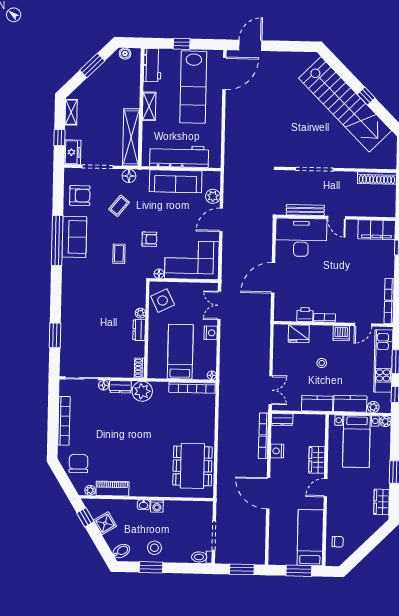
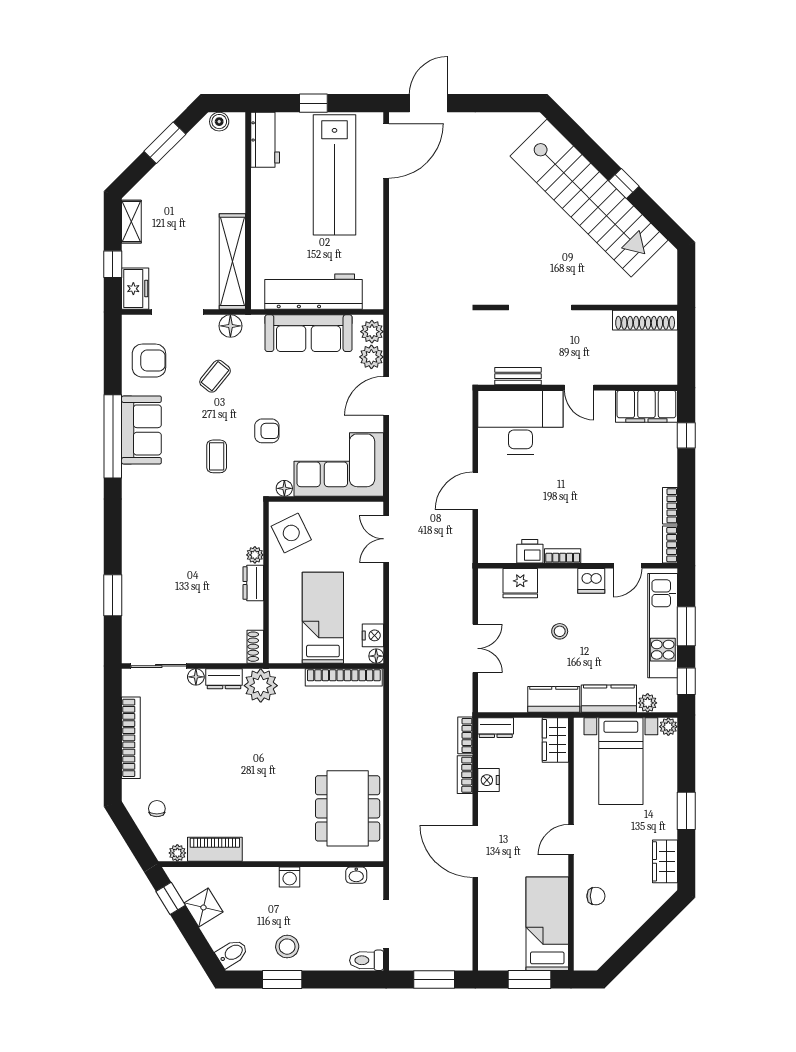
shelving: (149, 106) -> (262, 209), removed
plant: (214, 181) -> (372, 332), added
bench: (305, 210) -> (518, 376), width x0.73
door: (273, 278) -> (475, 491), width x0.73
nightstand: (211, 333) -> (373, 635), moved
double door: (271, 390) -> (475, 648), moved
wardrobe: (317, 460) -> (555, 740), moved
chair: (78, 464) -> (157, 809), width x0.54, depth x0.54
washbasin: (144, 505) -> (356, 875), moved
chair: (338, 542) -> (596, 896), moved

